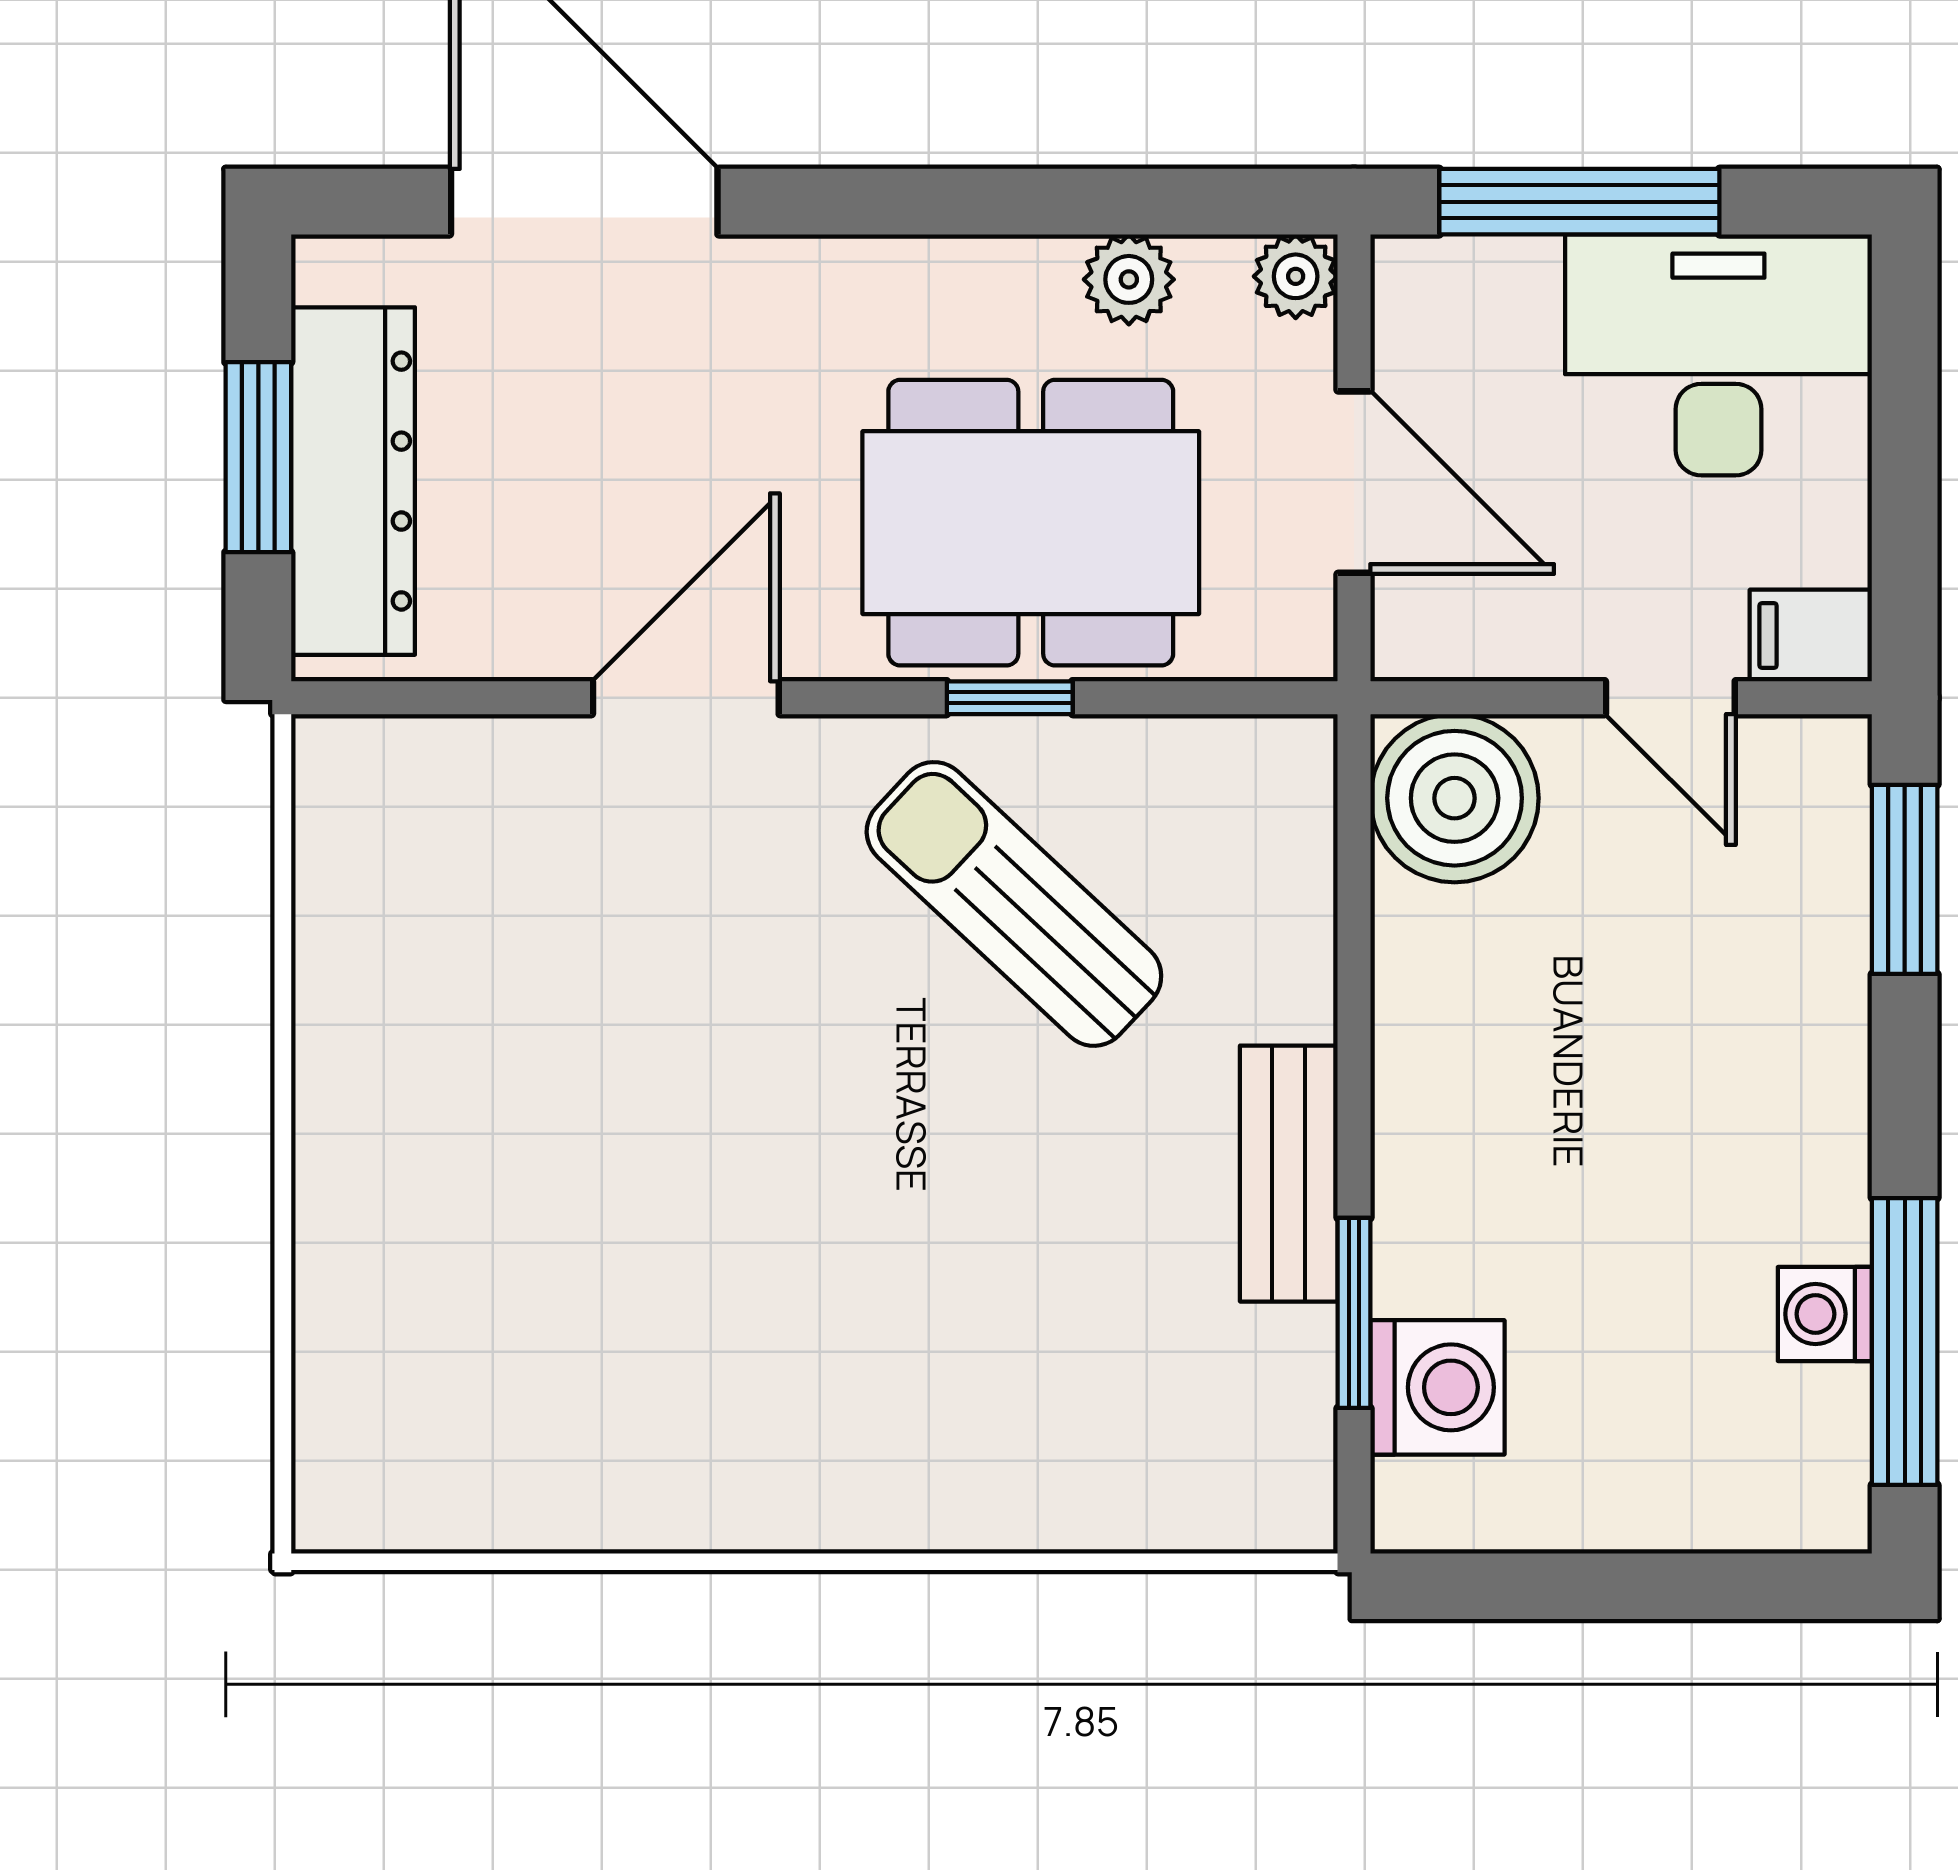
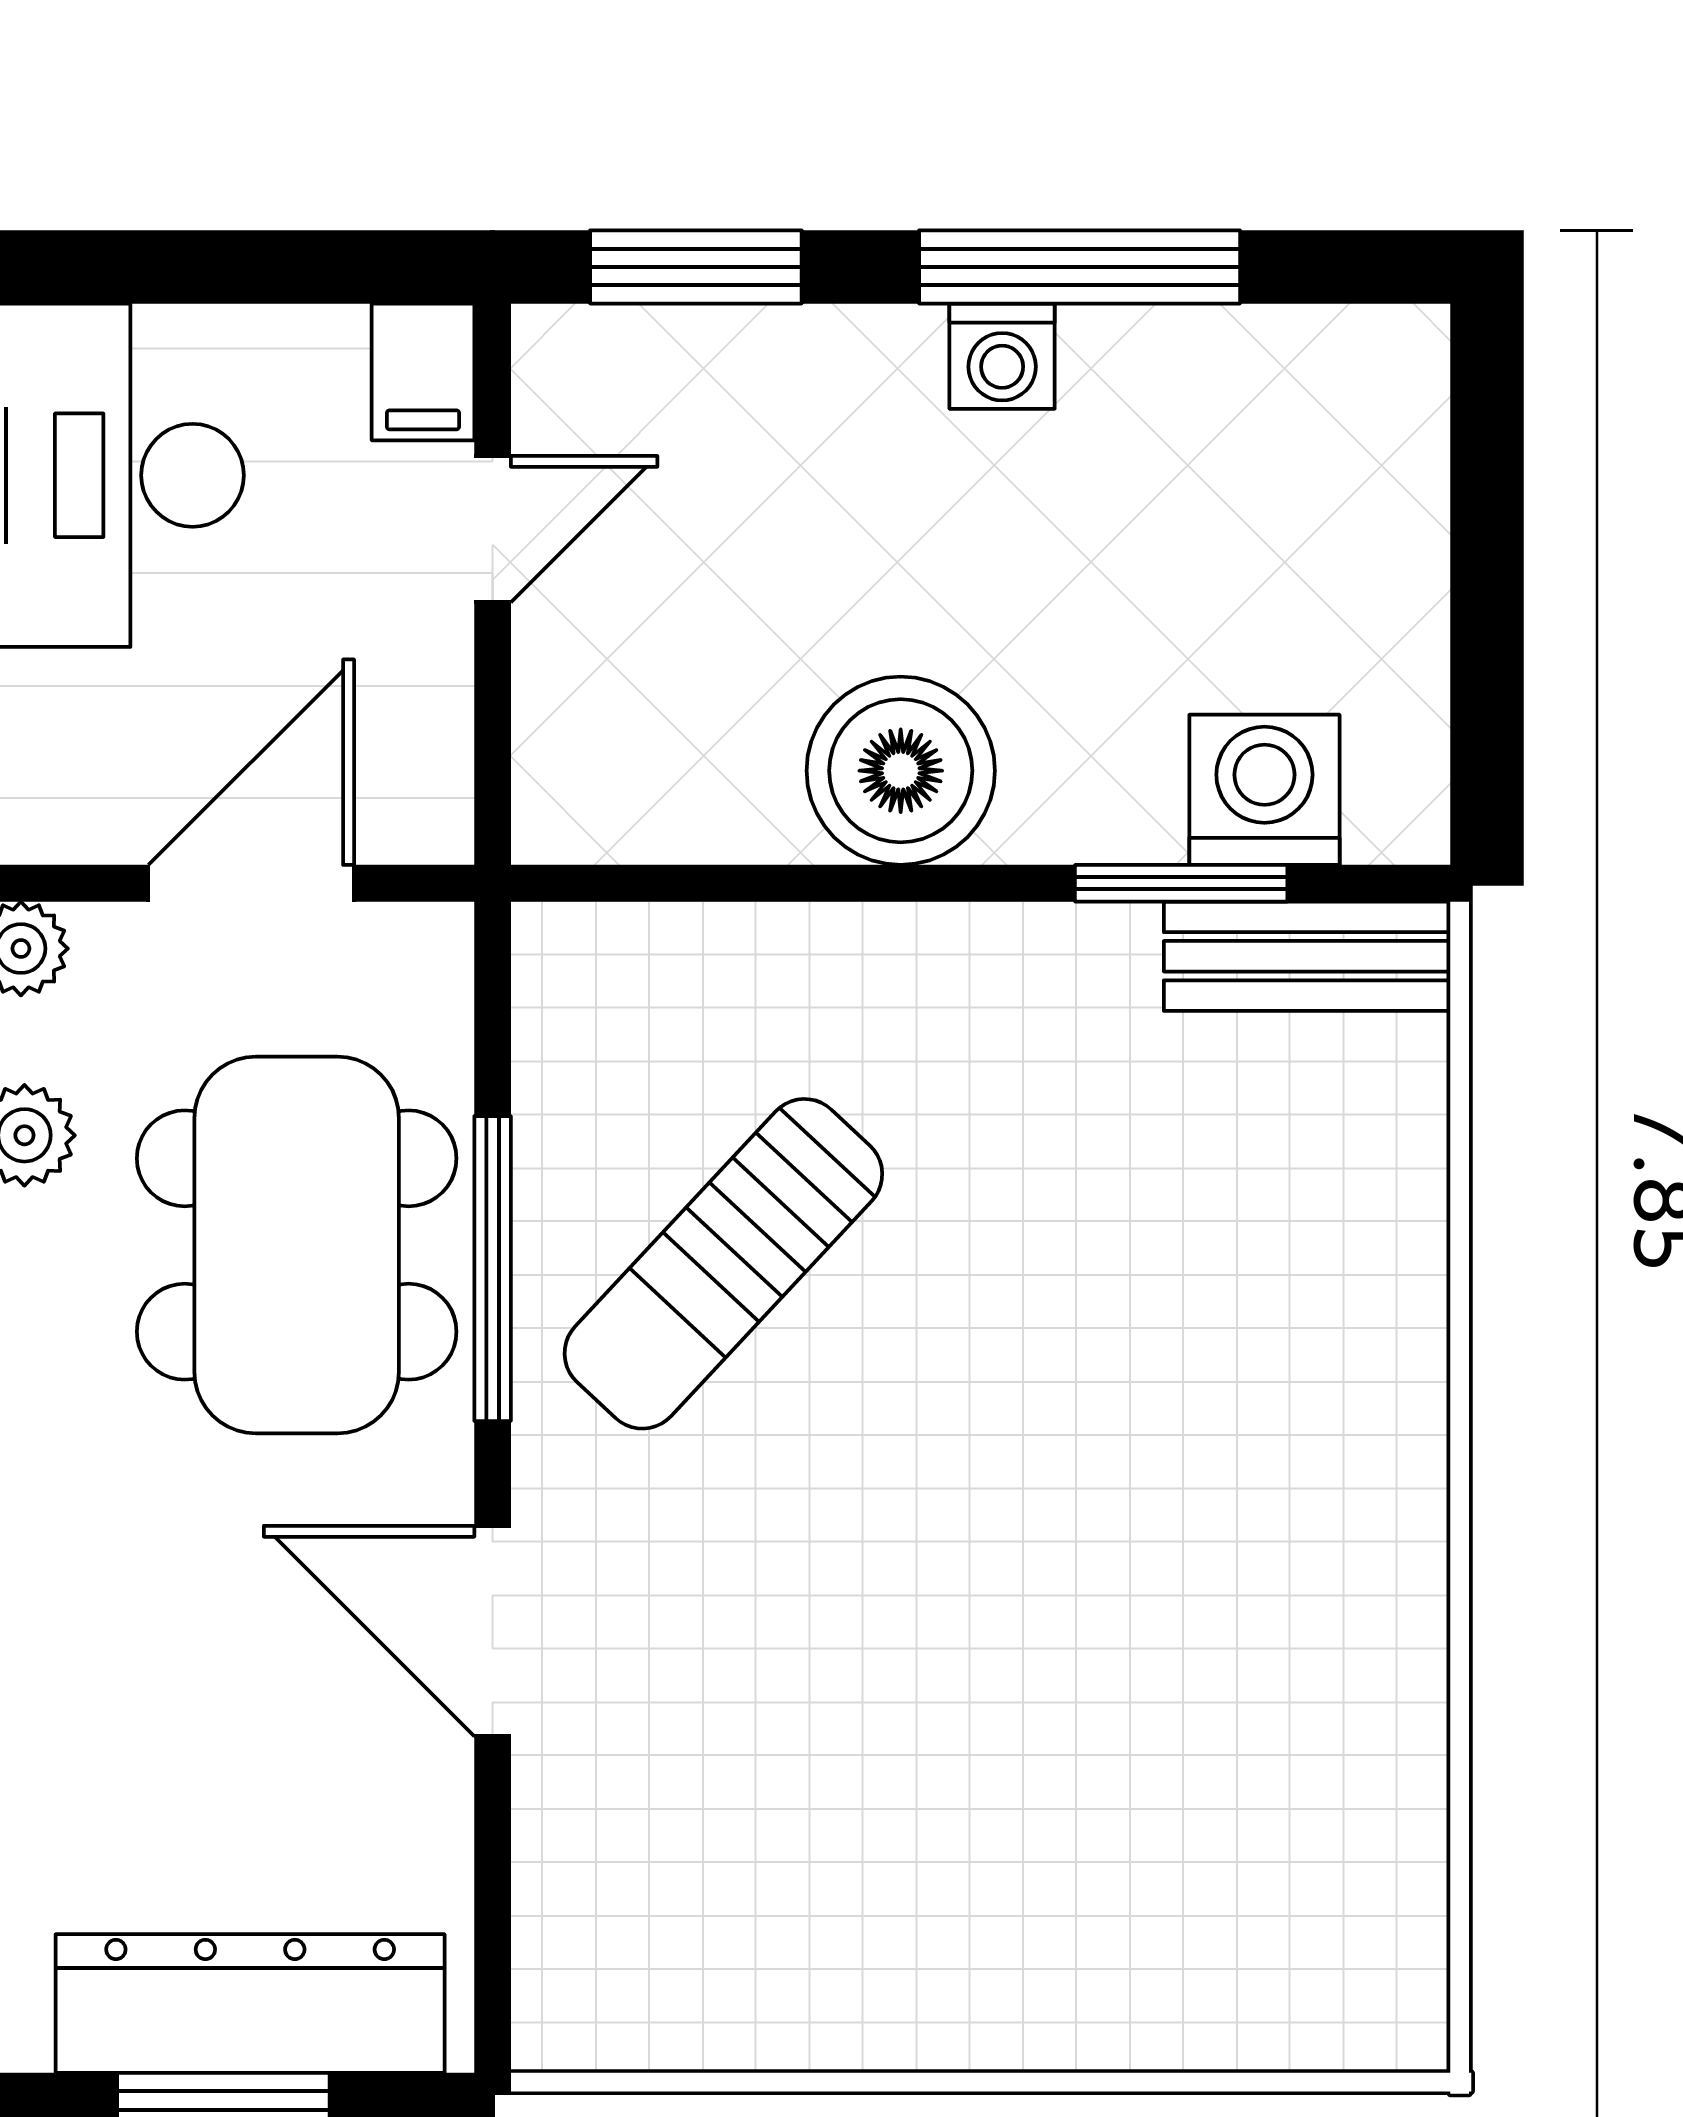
window: (1010, 698) -> (493, 1269), width x2.17
boiler: (1455, 798) -> (901, 771), moved
bench: (1289, 1174) -> (1307, 956), moved
washing machine: (1825, 1314) -> (1002, 356), moved
window: (1905, 1341) -> (1080, 267), moved

